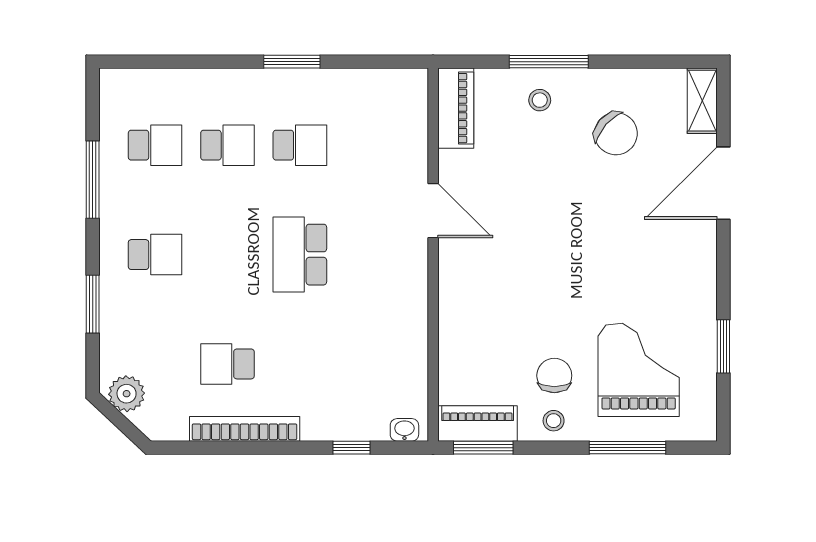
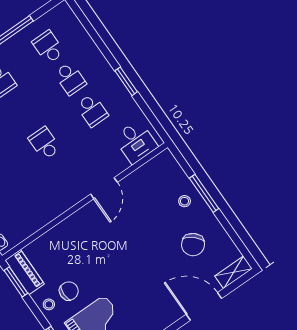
piano: (456, 108) -> (156, 167), removed
desk: (396, 112) -> (136, 142), added
school desk: (155, 145) -> (48, 47), turned 180
school desk: (300, 255) -> (44, 143), width x0.54

